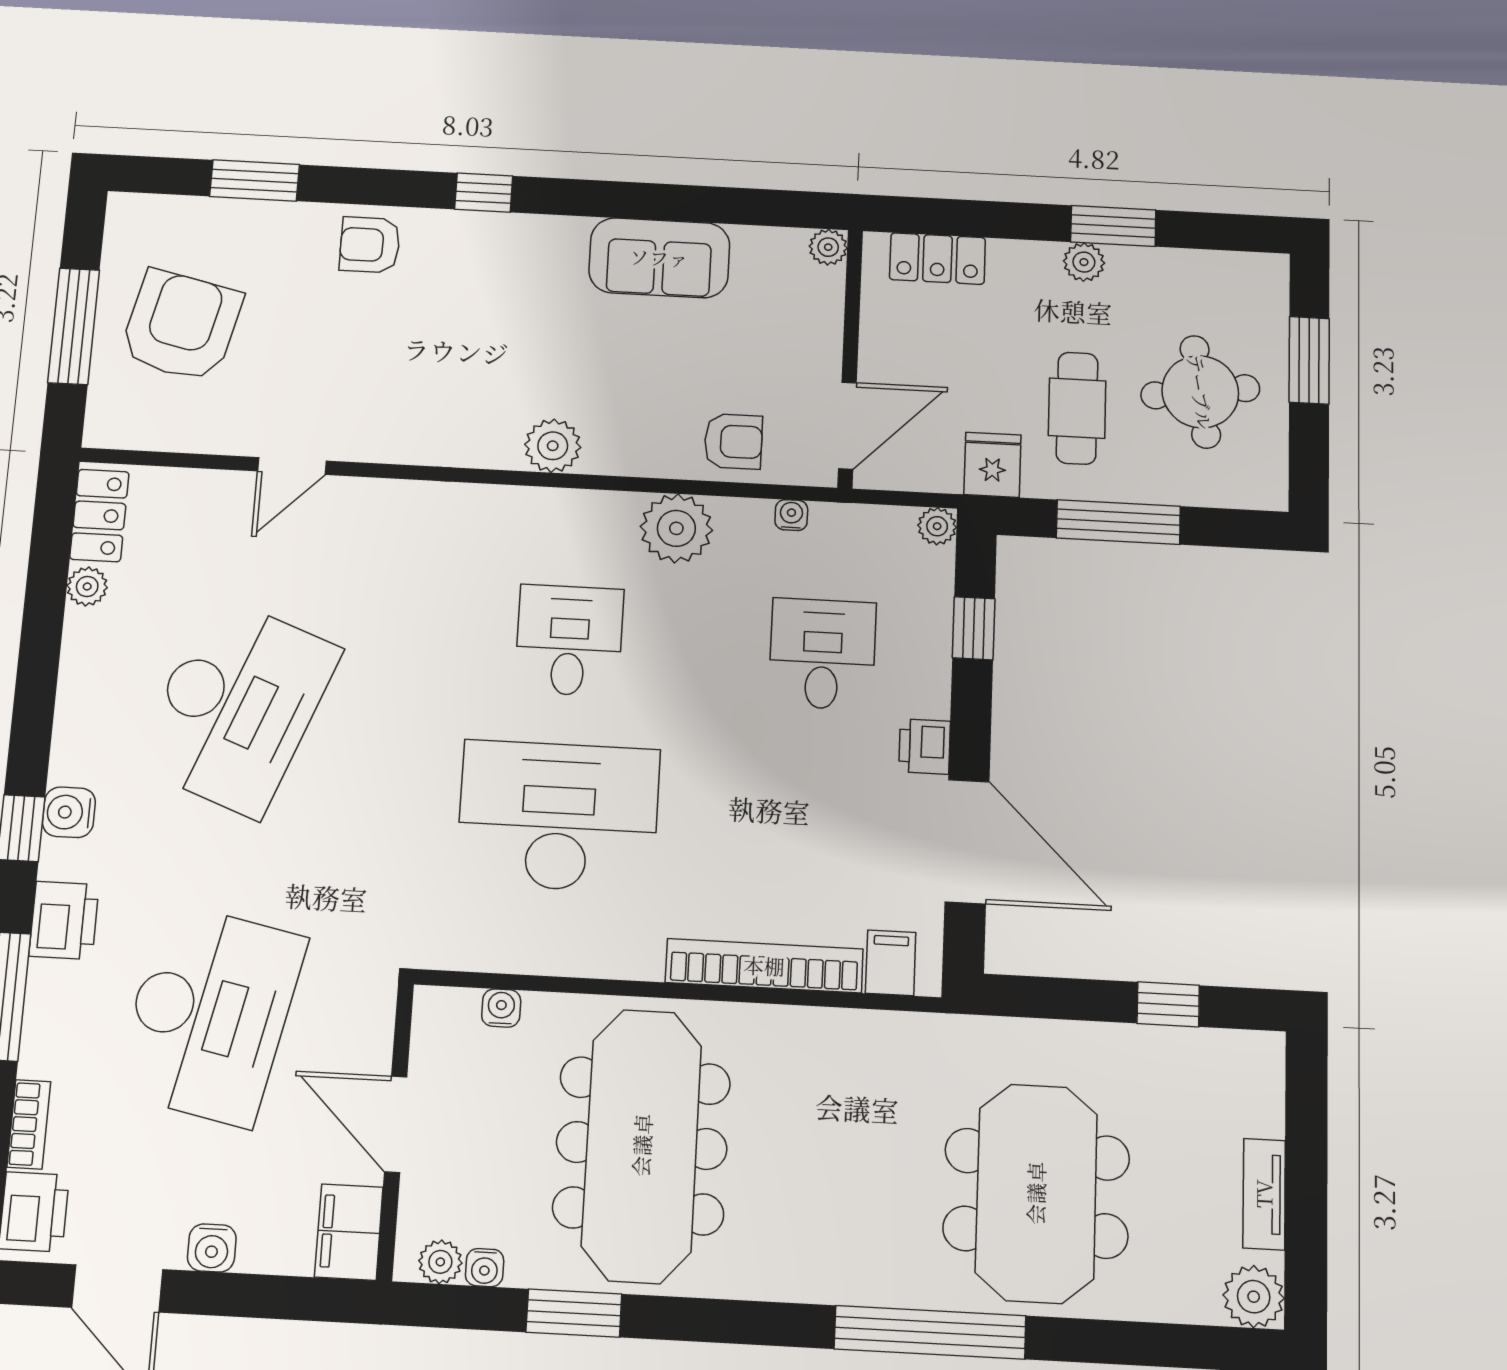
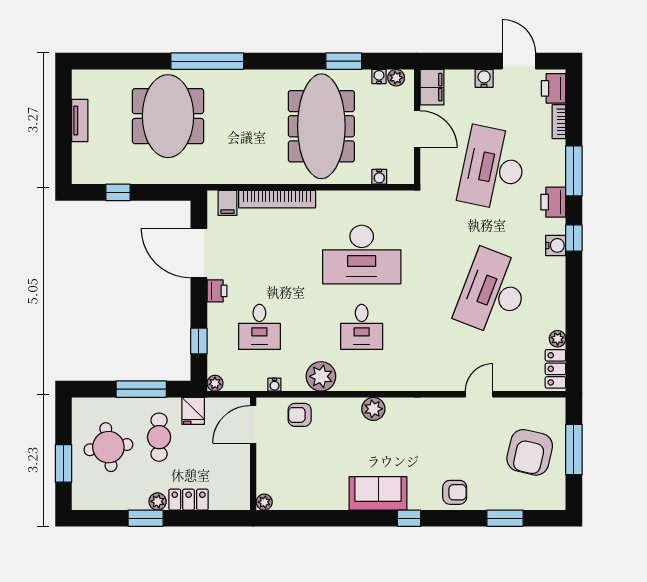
sofa: (659, 258) -> (378, 493), moved
locker: (937, 259) -> (189, 500), moved
plant: (1254, 1297) -> (84, 81), removed

